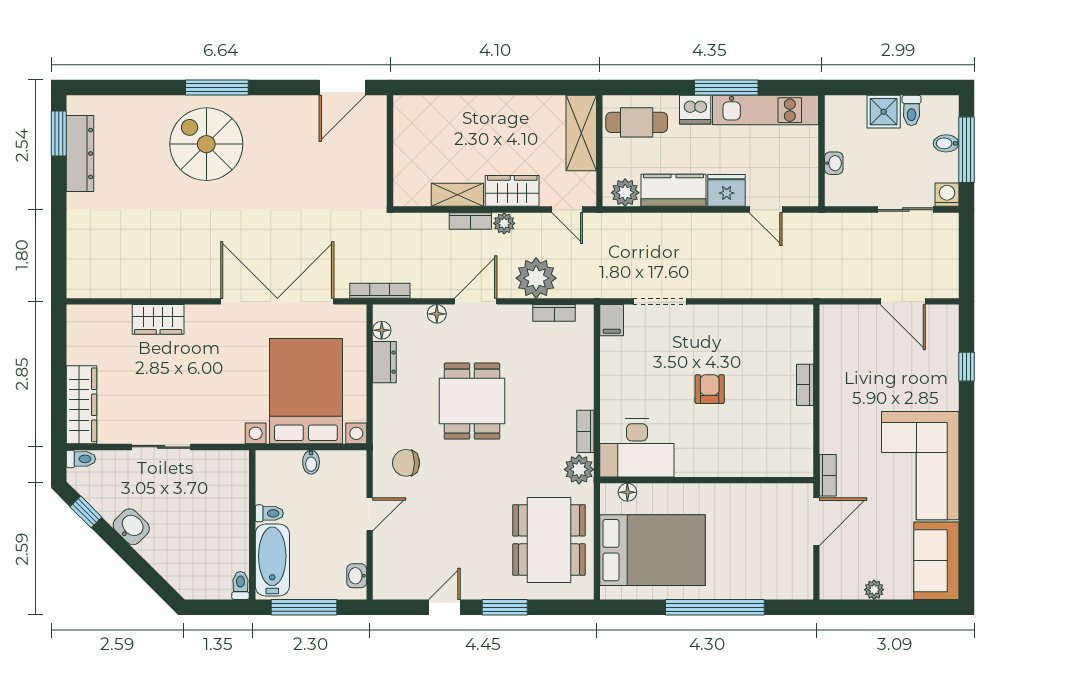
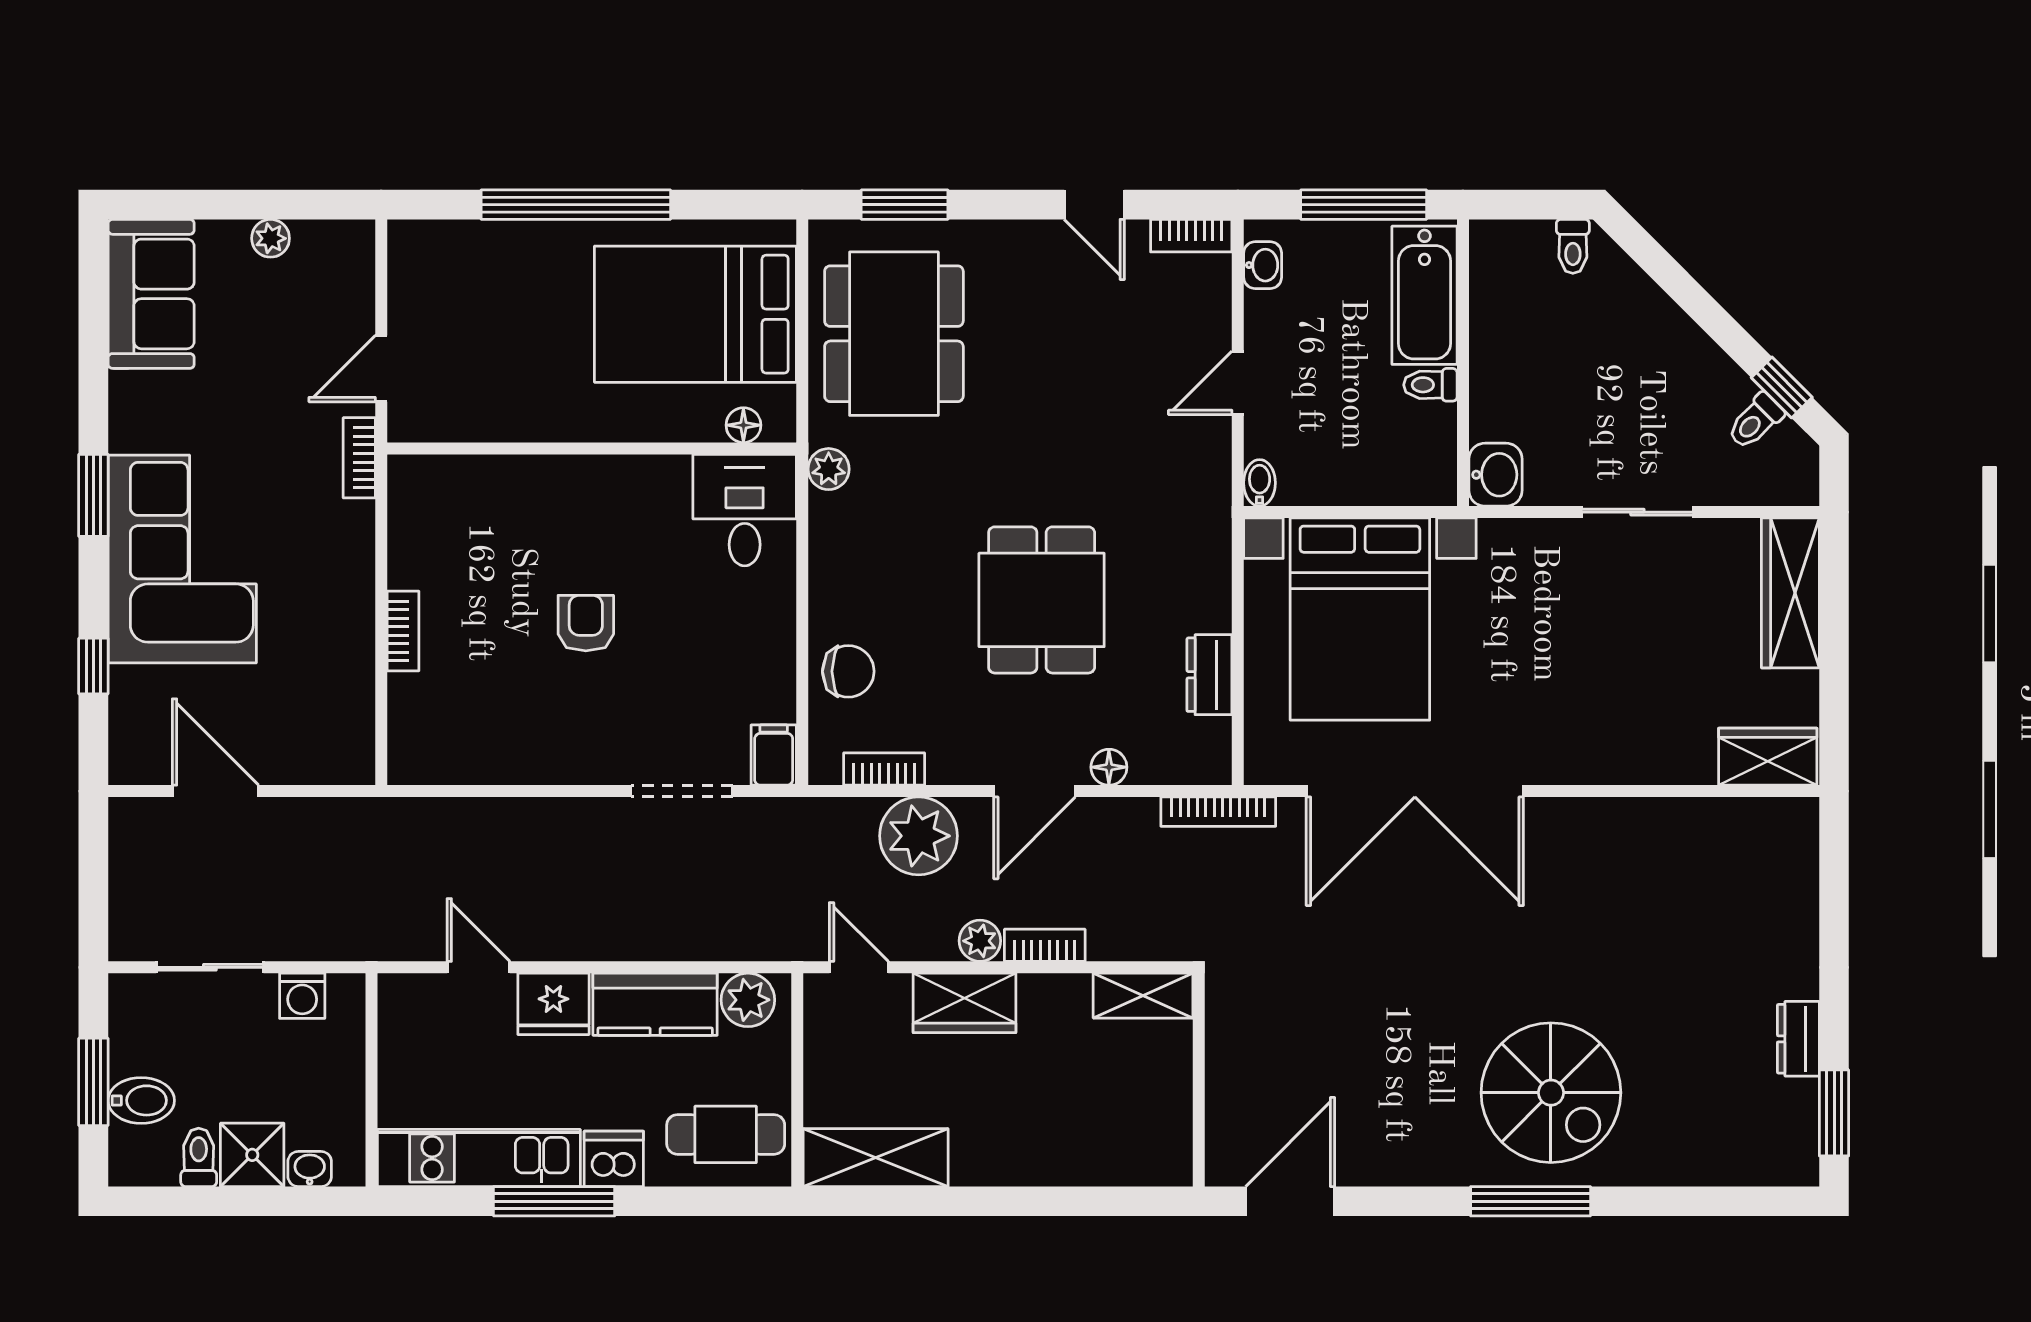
shelving: (581, 133) -> (876, 1158), moved, turned 90
bidet: (946, 143) -> (141, 1100), width x1.38, depth x1.36
window: (966, 150) -> (93, 1082), width x0.69
dresser: (80, 154) -> (1798, 1039), width x0.51, depth x0.80
washbasin: (834, 163) -> (310, 1169), moved, turned 90
shelving: (457, 195) -> (1143, 996), moved
washing machine: (947, 195) -> (302, 996), moved
wardrobe: (158, 319) -> (1768, 757), moved
floor lamp: (382, 330) -> (1215, 736), removed
armchair: (710, 389) -> (586, 623), turned 180
bookcase: (585, 431) -> (1191, 236), moved, turned 90
desk: (637, 448) -> (745, 510), width x0.73
window: (966, 456) -> (93, 495), added
toilet: (81, 459) -> (1755, 421), moved, turned -45
bidet: (311, 462) -> (1260, 483), moved
chair: (406, 463) -> (848, 671), moved
corner sofa: (920, 466) -> (182, 559), moved
plant: (579, 469) -> (829, 469), width x0.73, depth x0.73
door: (816, 522) -> (381, 369), width x0.73
washbasin: (131, 527) -> (1495, 475), moved, turned -135
toilet: (240, 586) -> (1573, 246), moved
door: (444, 607) -> (1094, 205), hinge flipped
window: (505, 607) -> (905, 205), moved

